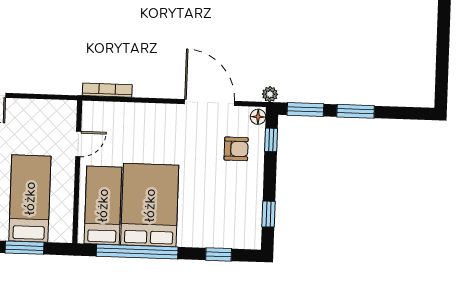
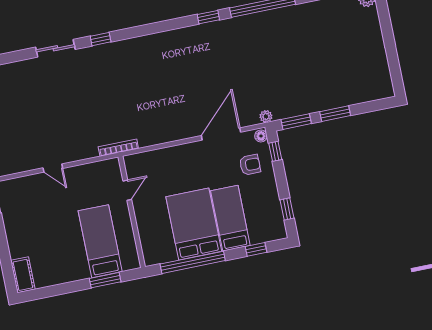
bookcase: (107, 90) -> (118, 148), moved
door: (210, 102) -> (221, 134), hinge flipped
bed: (103, 205) -> (230, 218), moved

